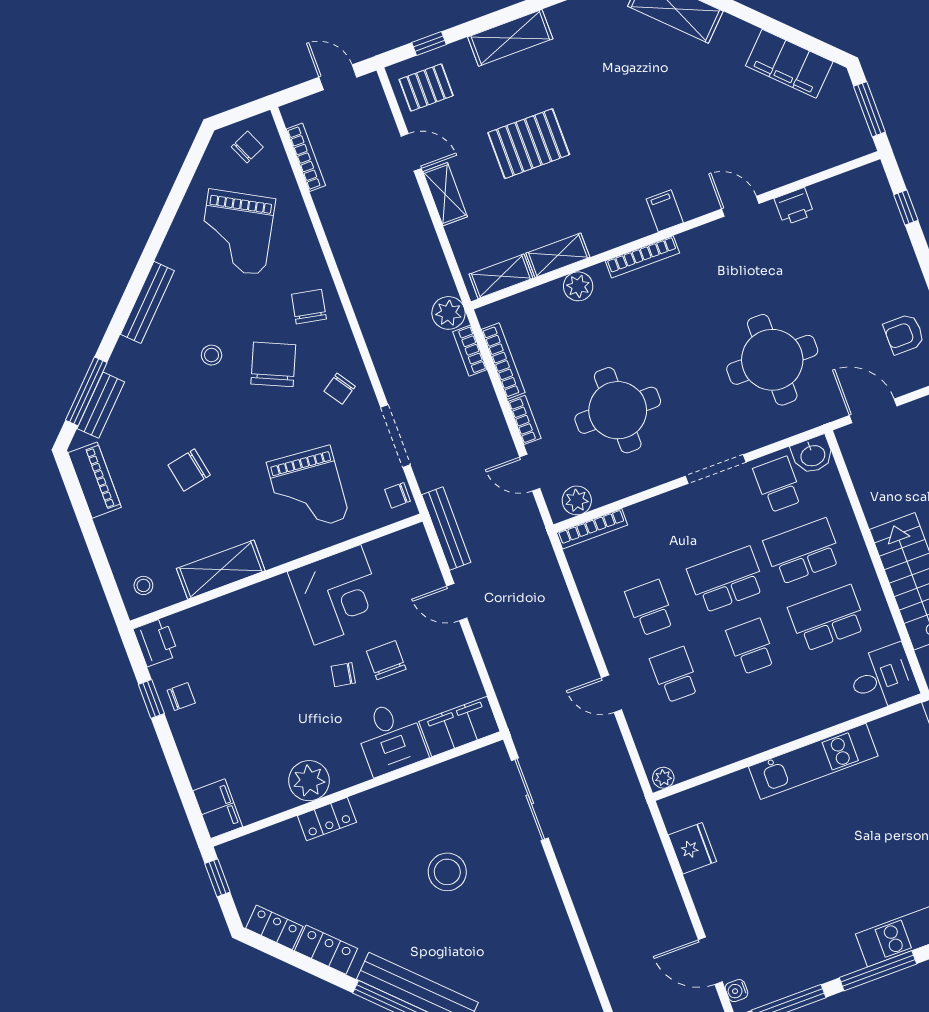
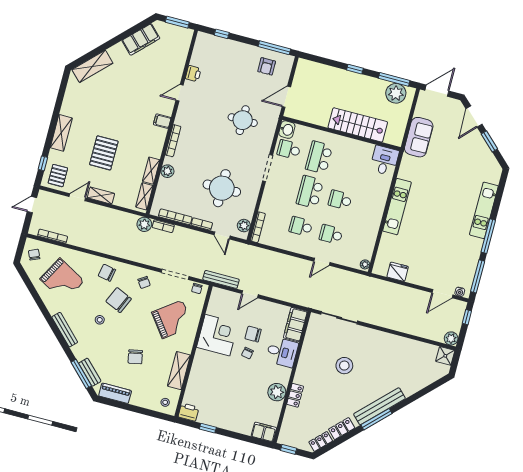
round table: (772, 360) -> (243, 120), width x0.73, depth x0.73
door: (530, 473) -> (222, 235), hinge flipped
grand piano: (308, 490) -> (172, 319), turned -42
school desk: (827, 618) -> (349, 165), removed
chair: (181, 697) -> (214, 417), removed

